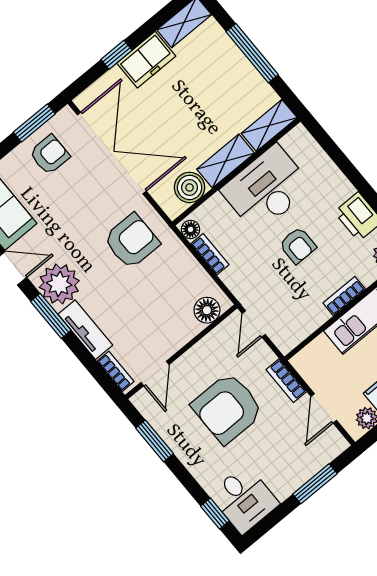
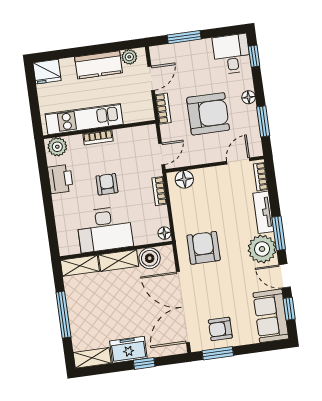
armchair: (132, 241) -> (204, 248), turned 90
bookcase: (210, 254) -> (159, 191), moved
floor lamp: (191, 459) -> (249, 97), added

